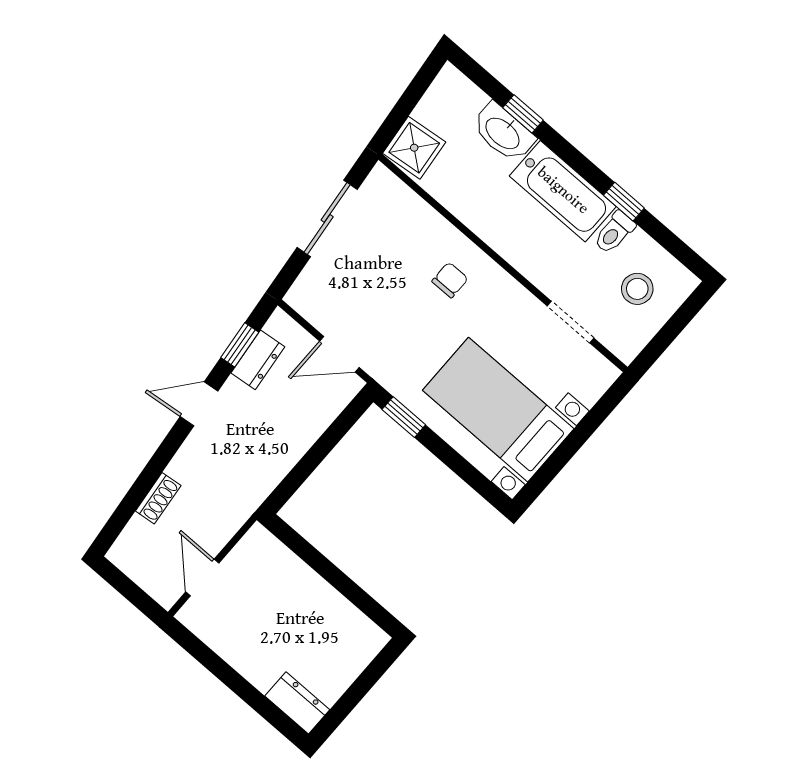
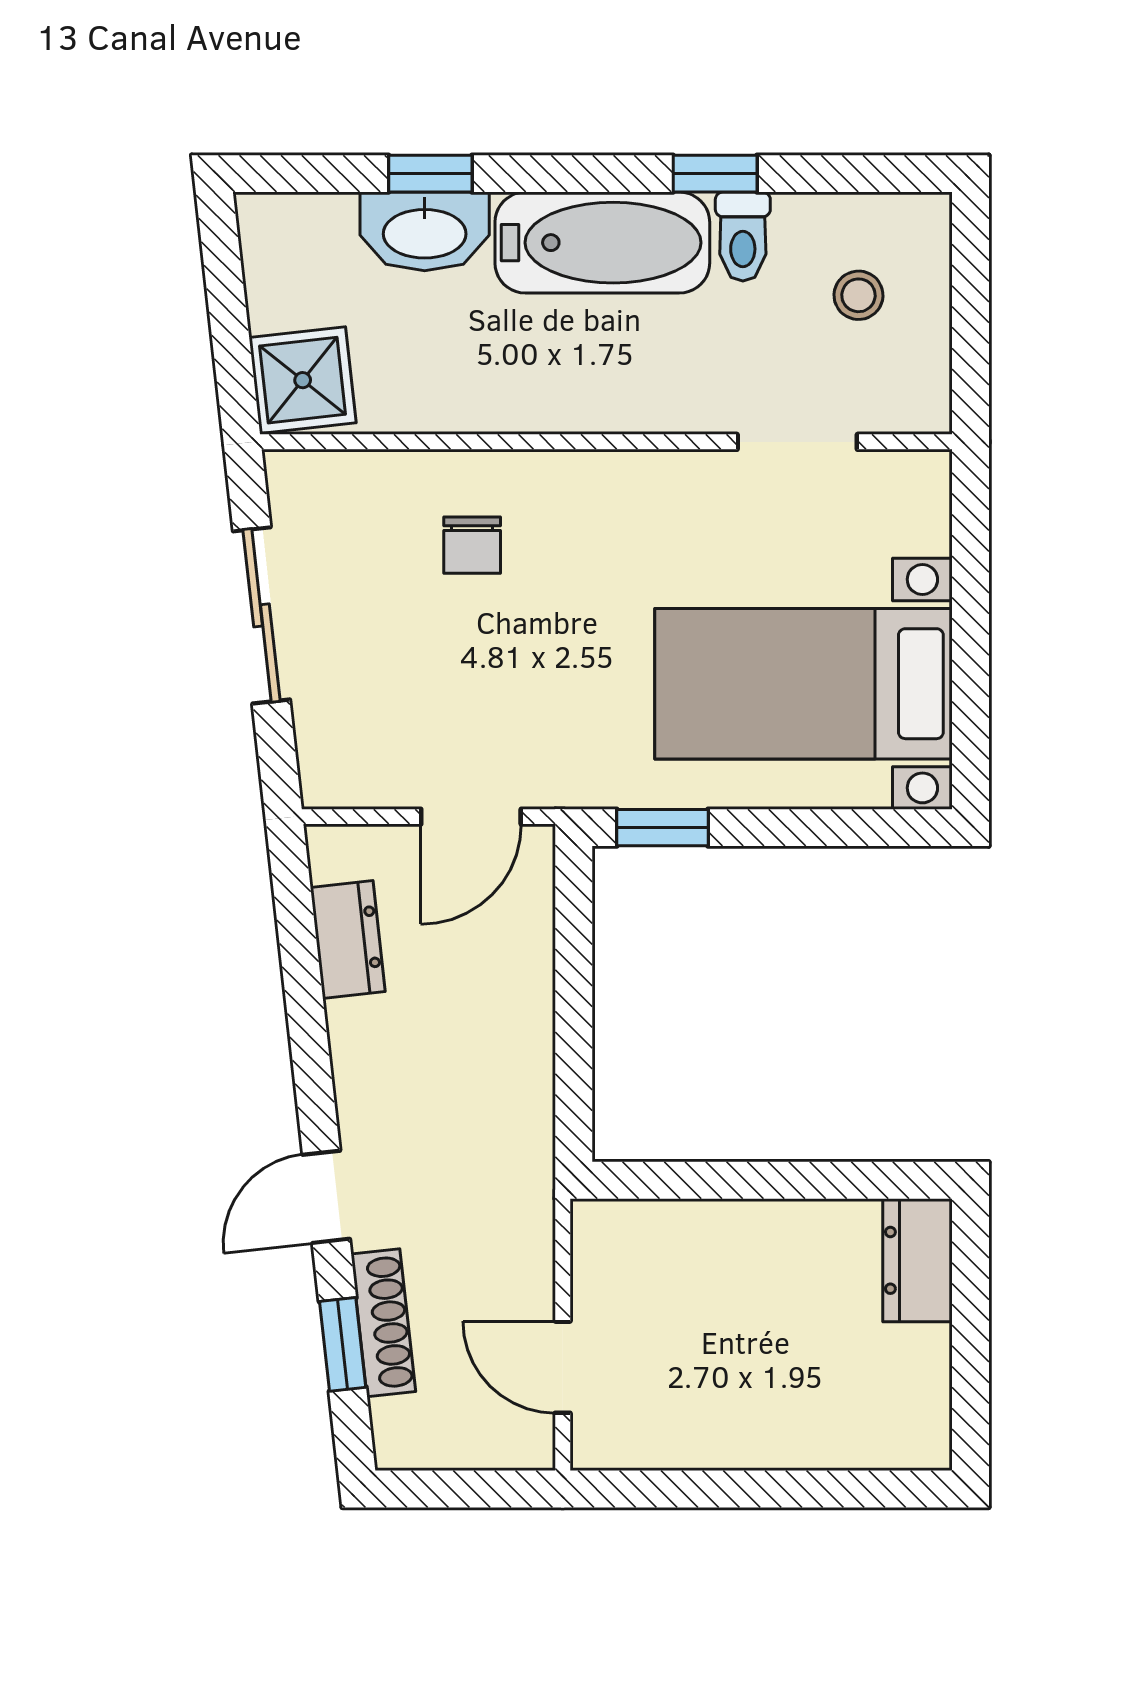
chair: (450, 280) -> (472, 545), moved, turned 180
stool: (637, 289) -> (858, 295), width x0.73, depth x0.73
window: (240, 345) -> (343, 1344), moved
door: (199, 404) -> (326, 1197), moved
shoe rack: (158, 498) -> (383, 1323), width x1.43
dresser: (297, 703) -> (917, 1260), moved, turned -90

